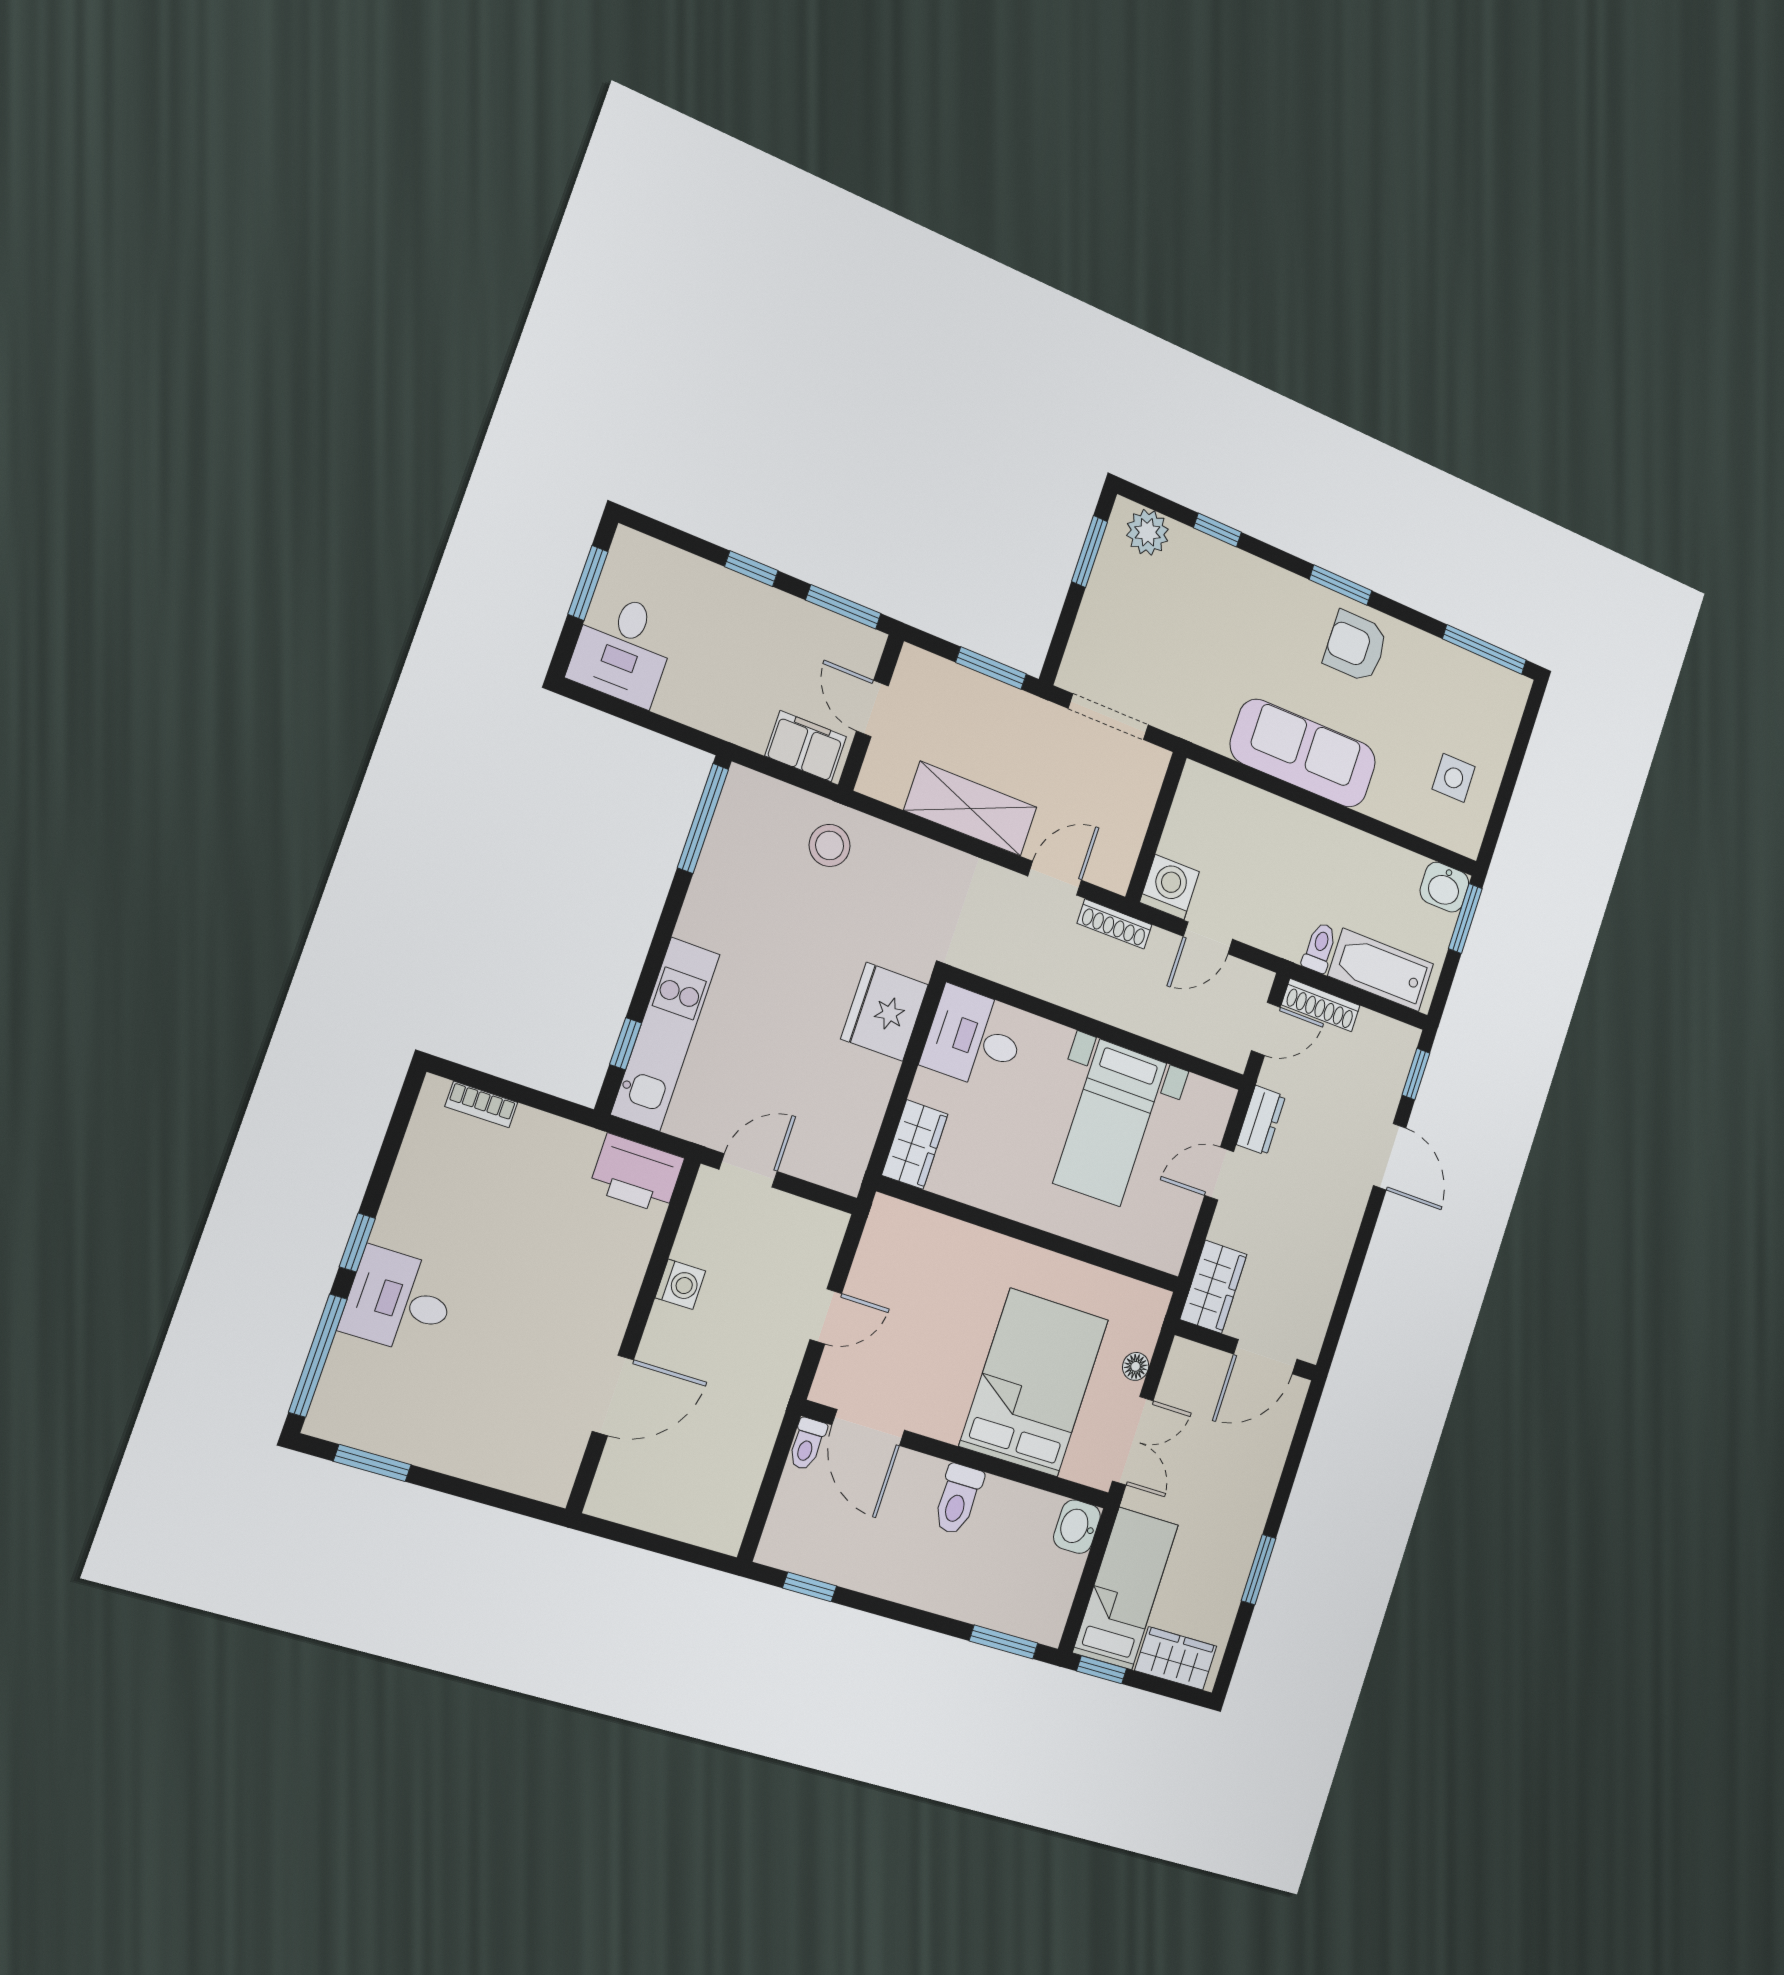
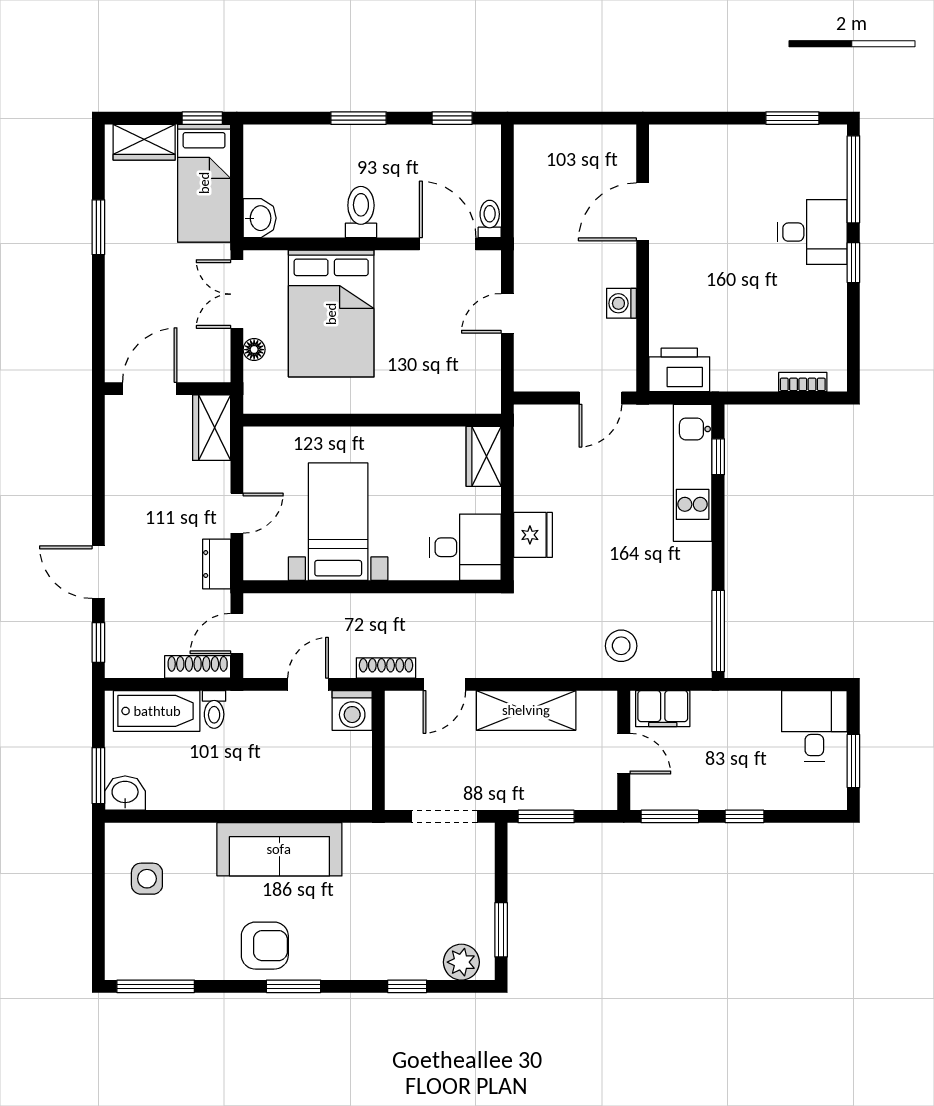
fridge: (885, 1012) -> (533, 535), width x0.73, depth x0.75
window: (1004, 1642) -> (359, 118), moved

